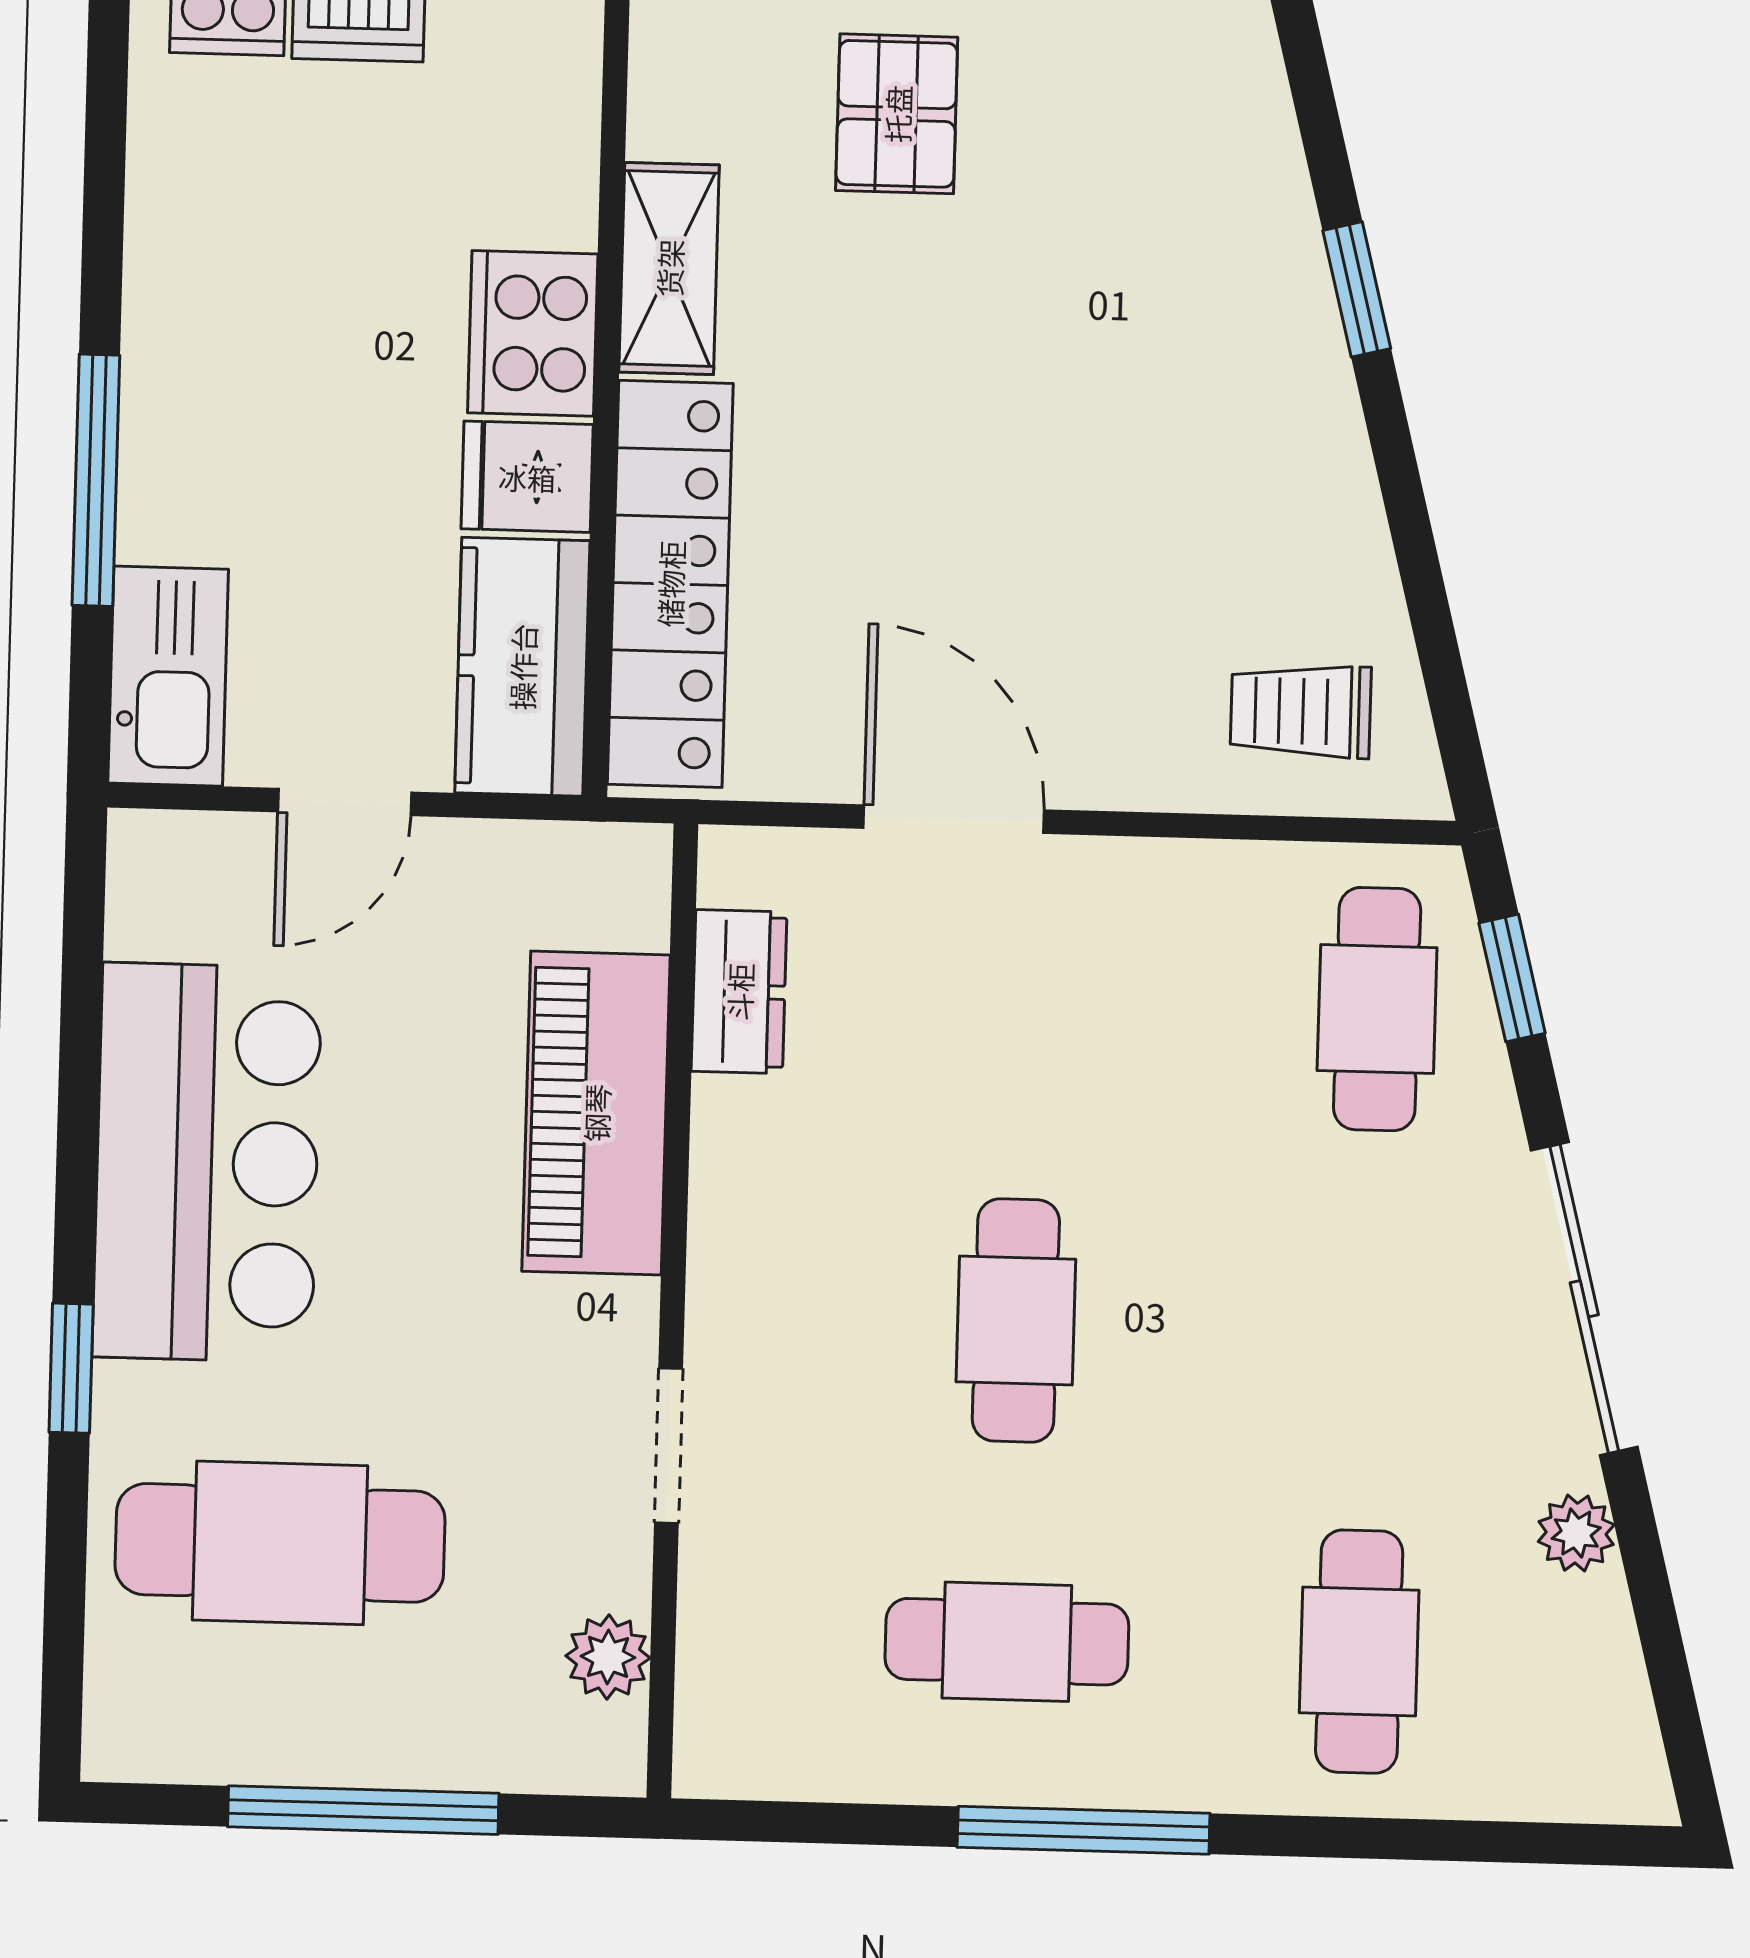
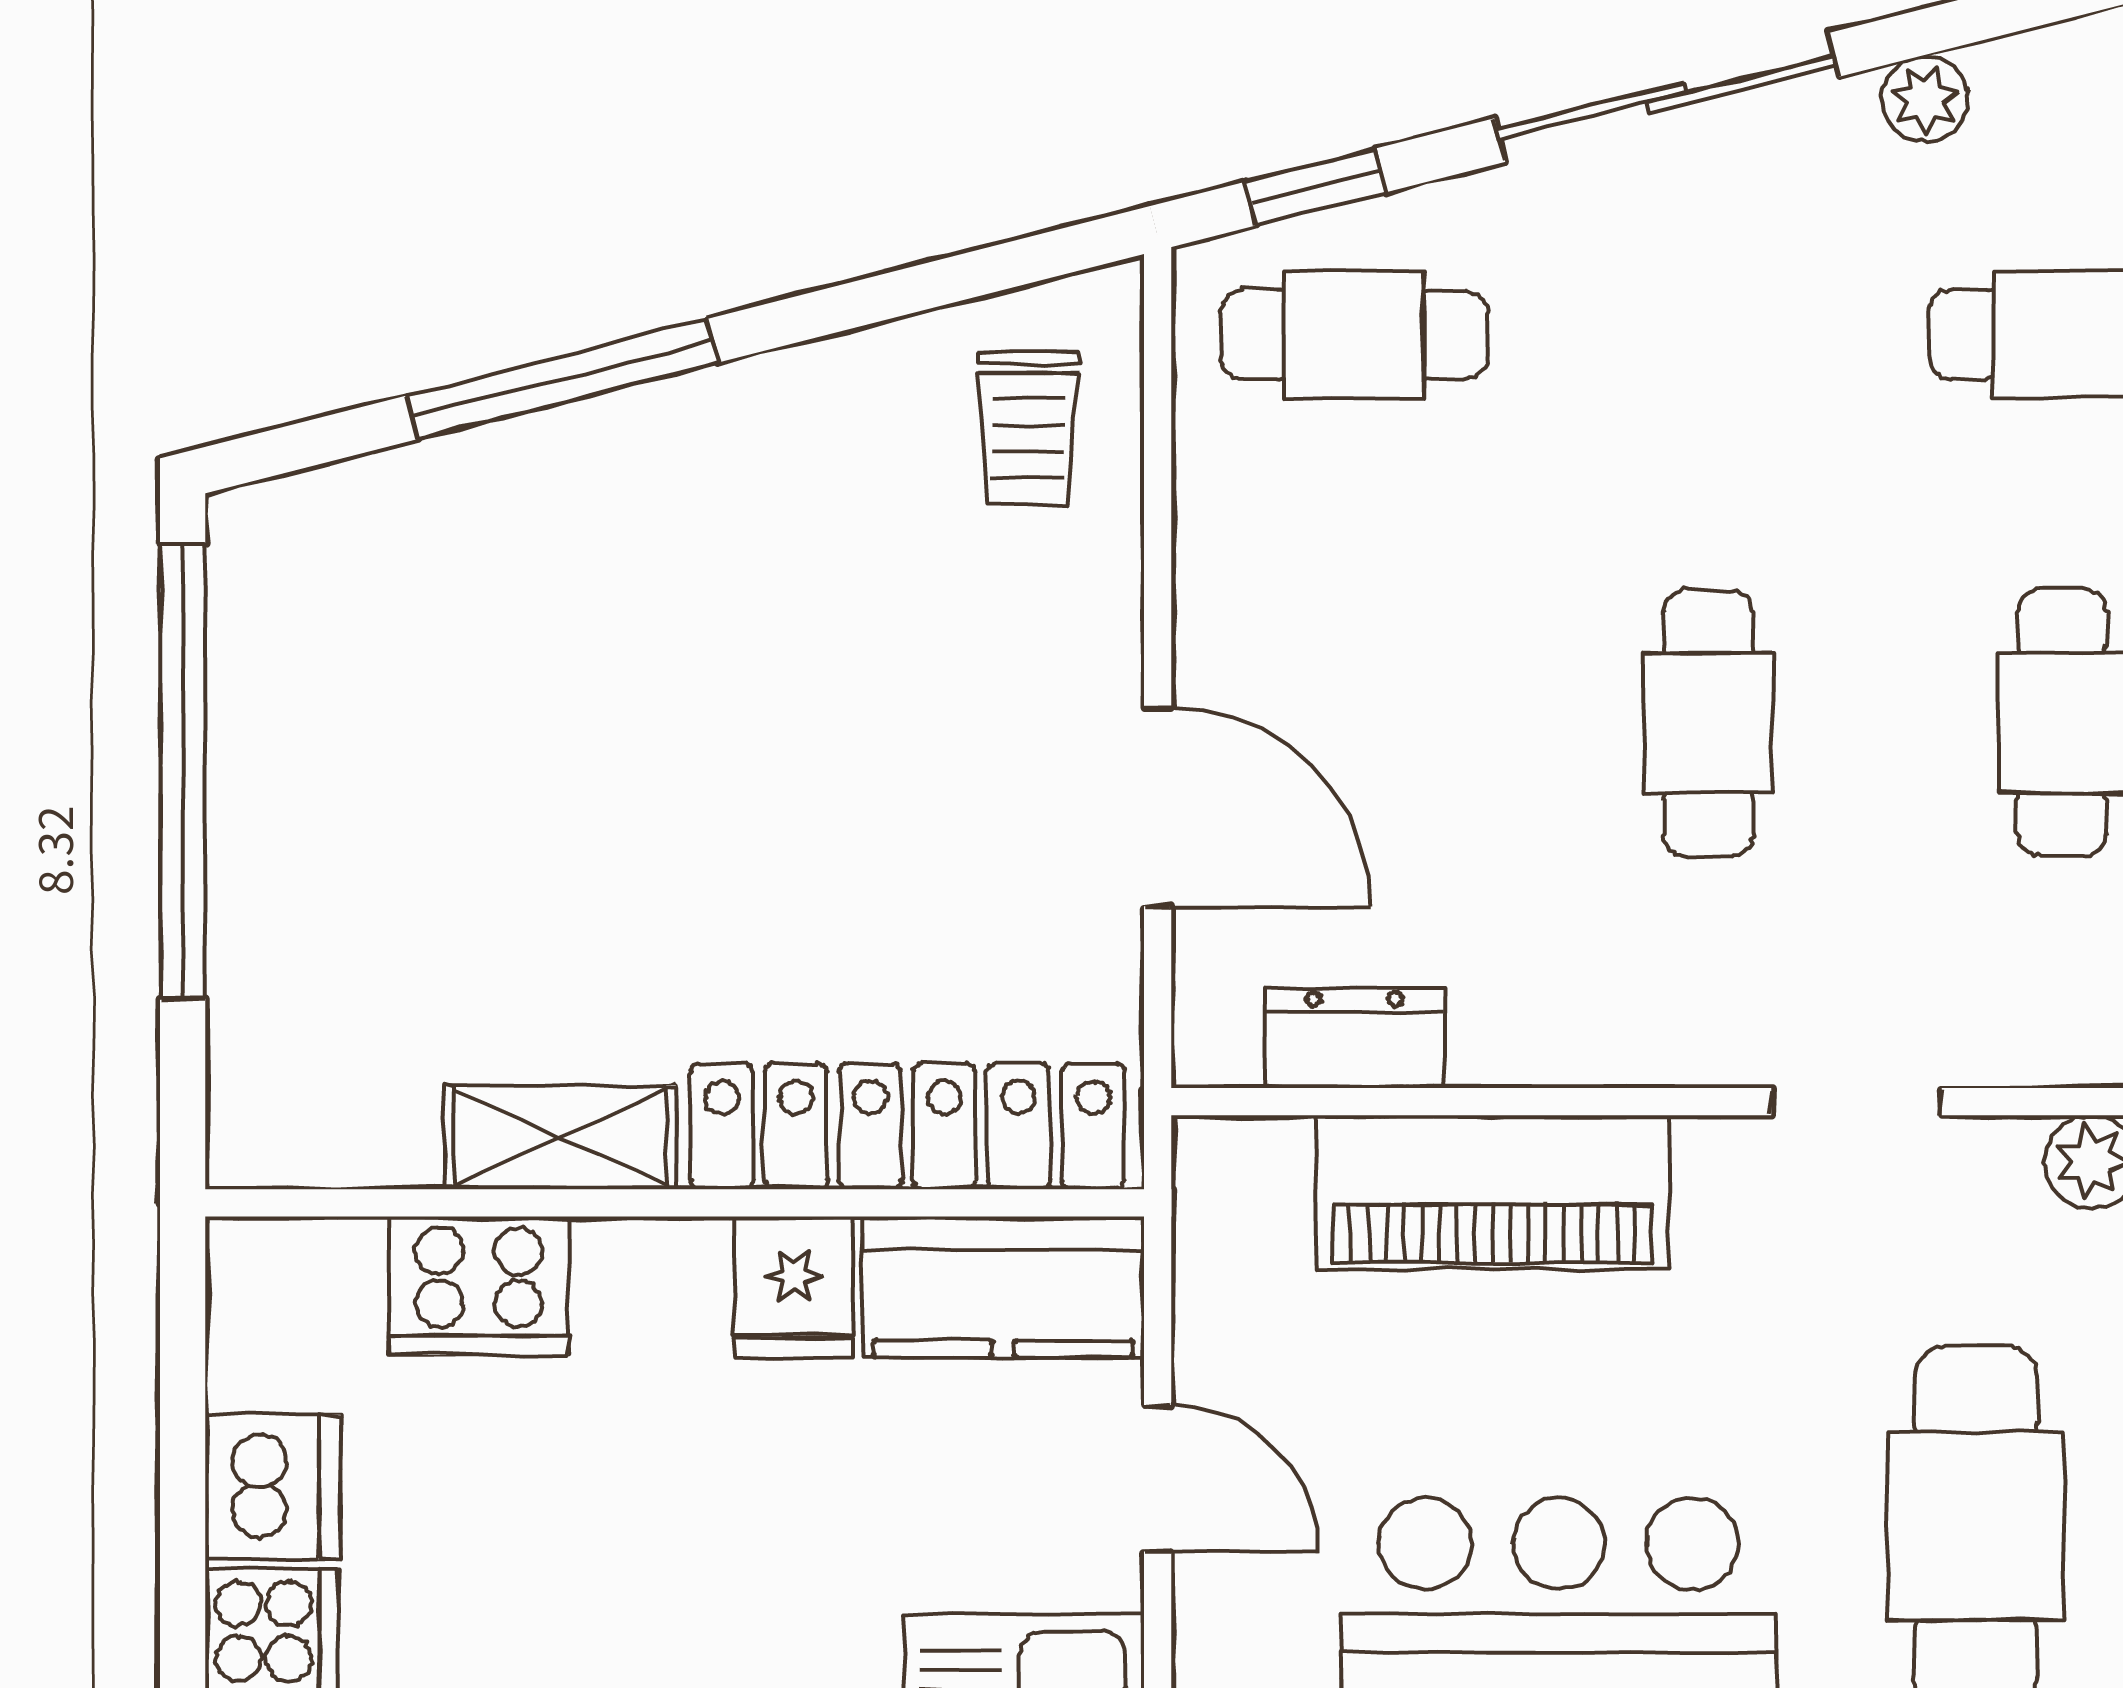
pallet: (897, 114) -> (383, 891), removed
window: (1357, 289) -> (562, 379), width x2.17
cooker: (533, 333) -> (479, 1286), moved
door: (954, 819) -> (1158, 807), swing flipped
cafe table: (1016, 1320) -> (1708, 723), turned 90

